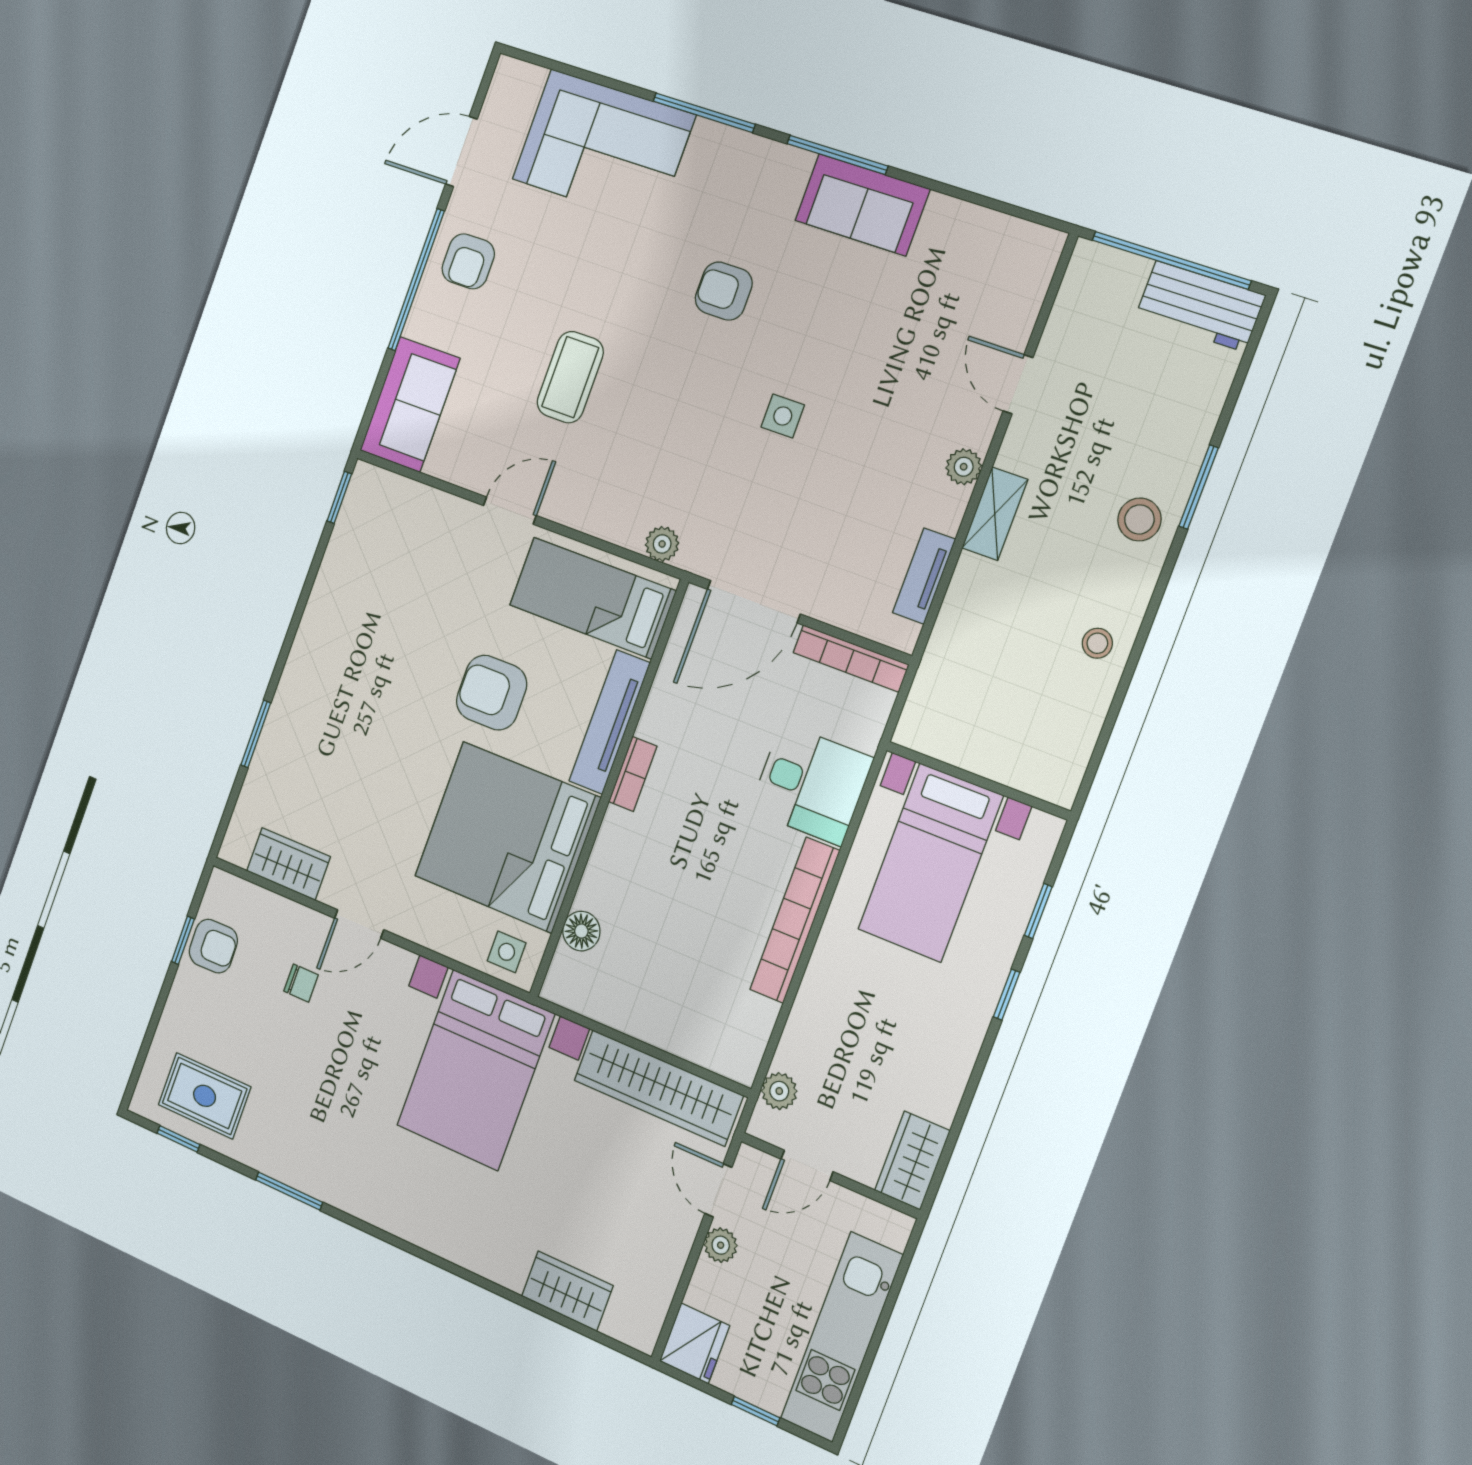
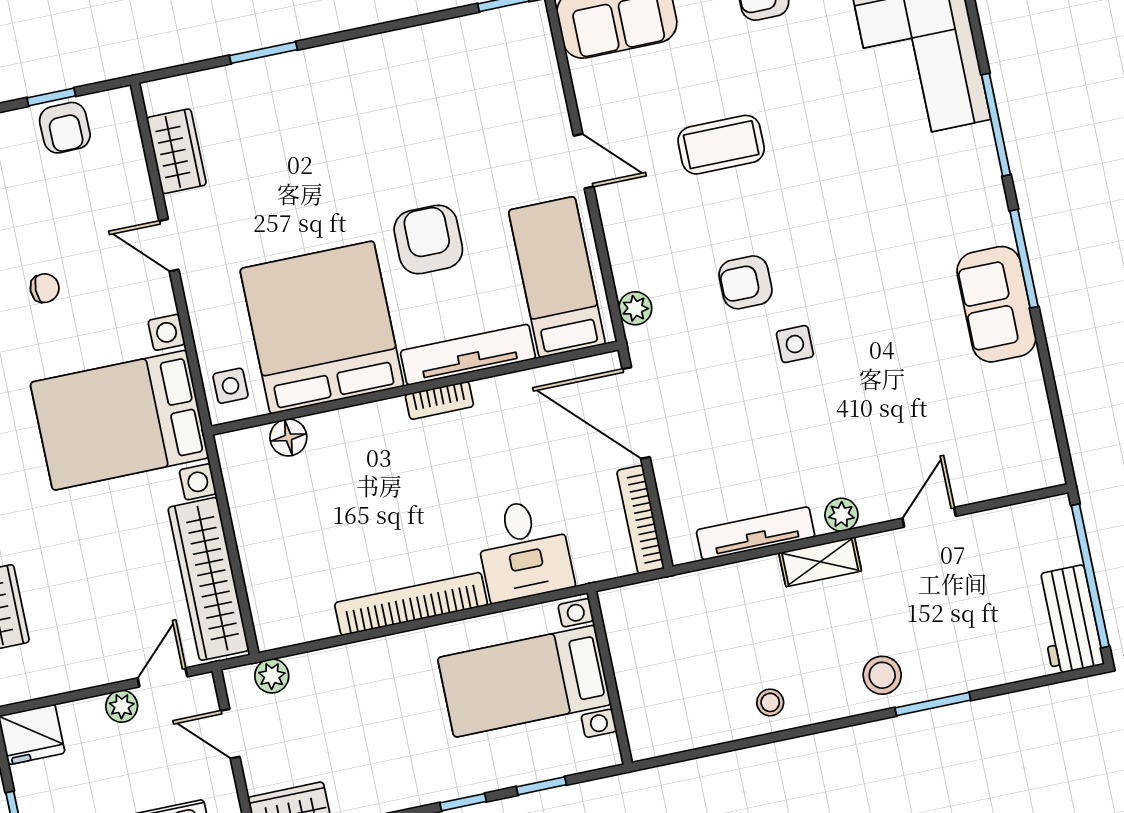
armchair: (724, 291) -> (745, 282), moved, turned -90
tv unit: (924, 576) -> (756, 533), width x1.41
chair: (301, 983) -> (45, 288), moved, turned -90

